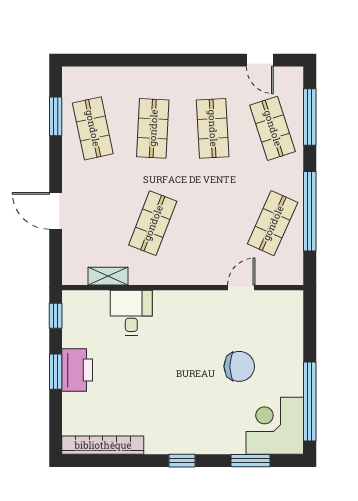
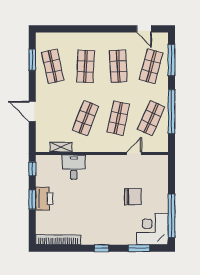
shop shelf: (273, 128) -> (151, 66), turned 33
shop shelf: (213, 223) -> (118, 118), added

